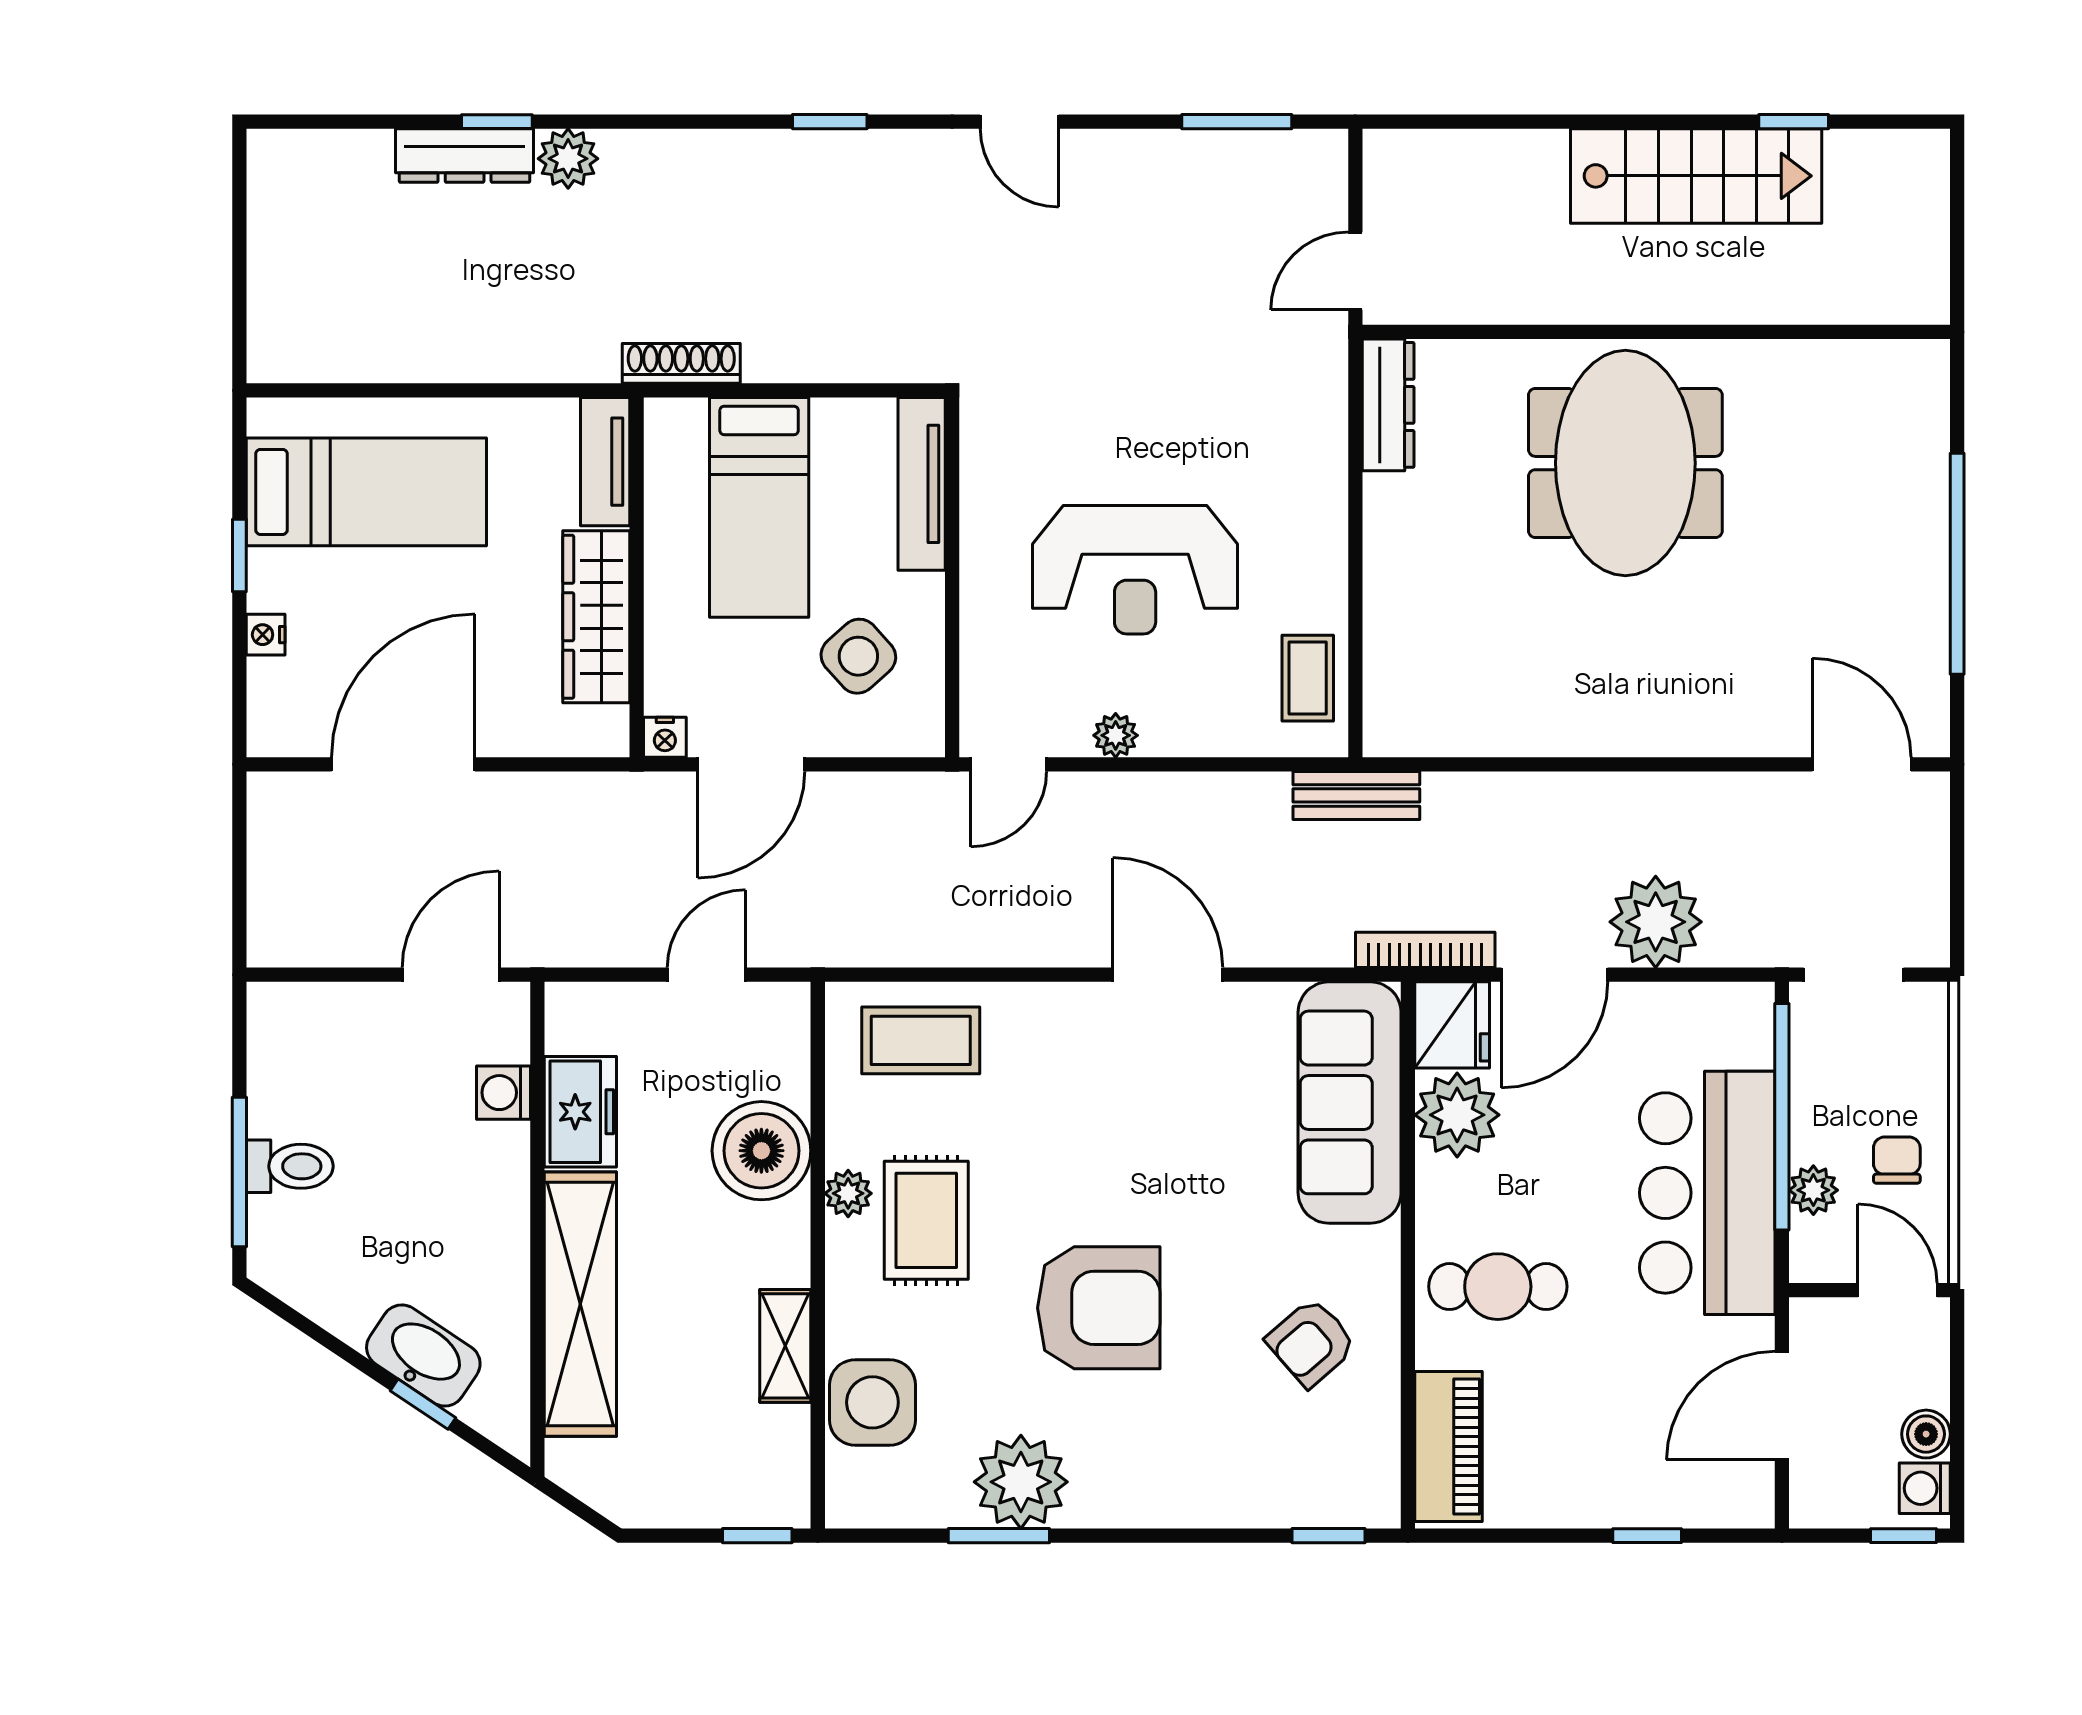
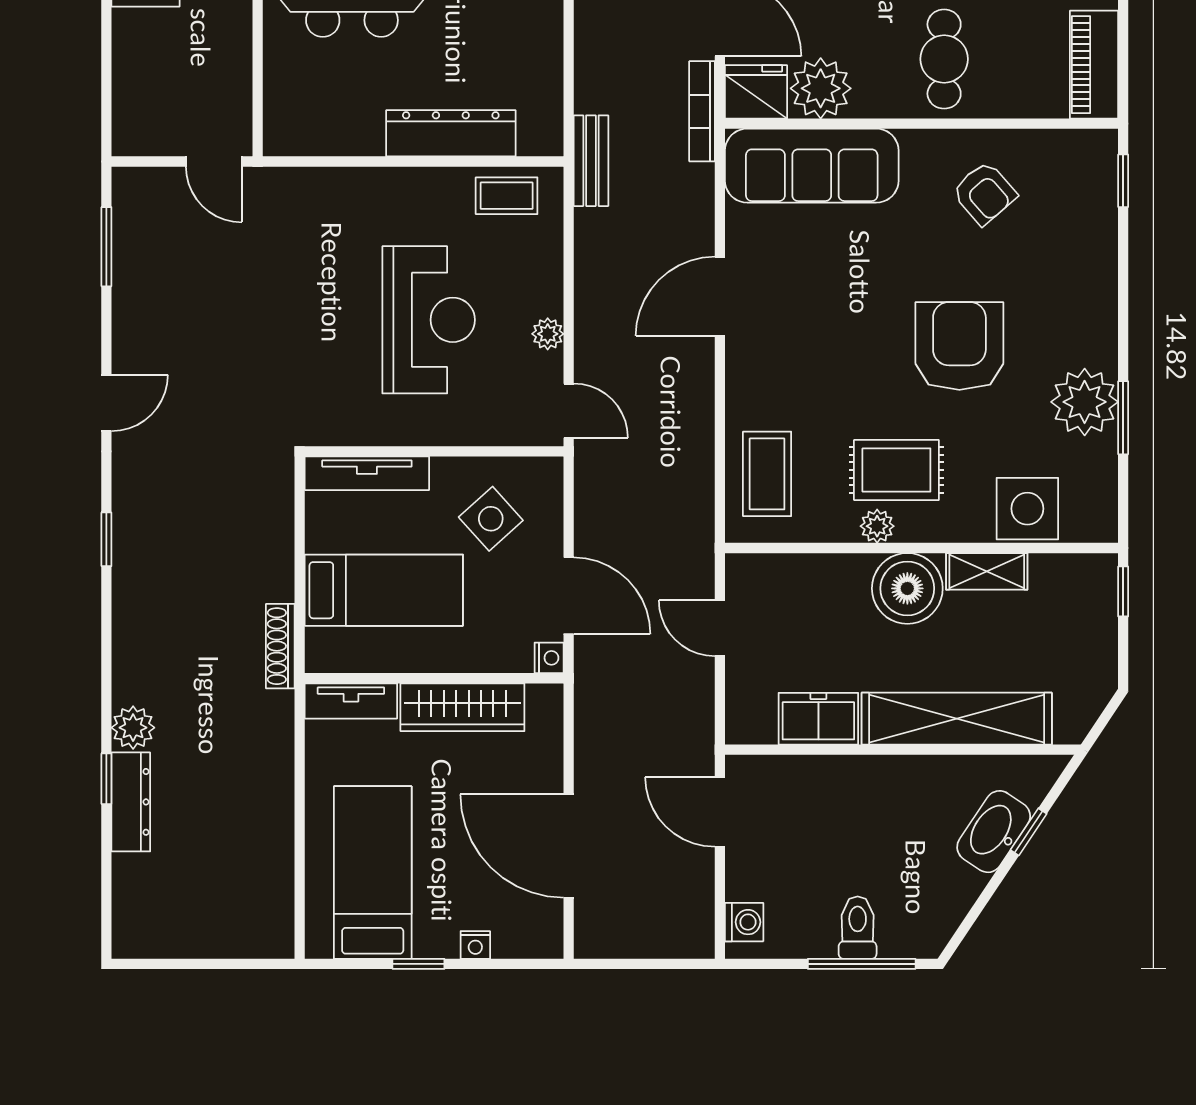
dresser: (1388, 405) -> (451, 133), moved, width x1.37, depth x1.24
washing machine: (503, 1093) -> (744, 922), moved, turned -90
boiler: (761, 1151) -> (907, 588), moved
piano: (1448, 1447) -> (1094, 65), moved, turned -90

